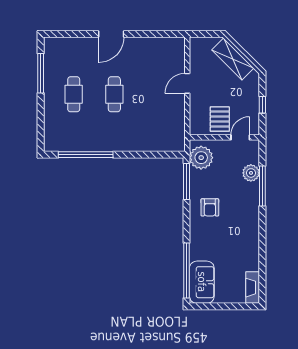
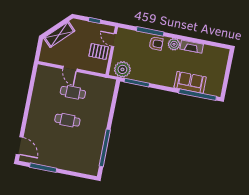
door: (111, 34) -> (20, 146), moved
cafe table: (74, 94) -> (73, 92), moved
plant: (251, 173) -> (174, 44), moved
armchair: (210, 207) -> (156, 43), moved
sofa: (202, 282) -> (190, 82), moved
fireplace: (253, 288) -> (192, 47), moved

